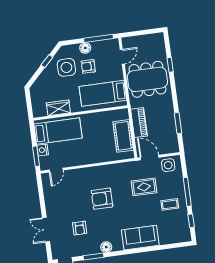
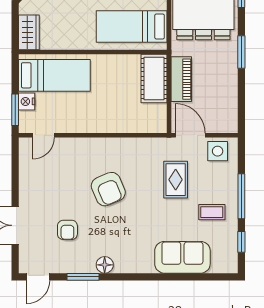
wardrobe: (58, 108) -> (29, 32), moved, turned 90
window: (178, 123) -> (241, 52), moved
cot: (123, 136) -> (154, 79), moved
rug: (144, 187) -> (176, 180), turned 90
armchair: (102, 199) -> (108, 189), turned -113
sofa: (140, 238) -> (182, 257), moved

